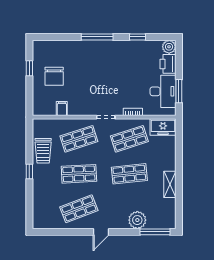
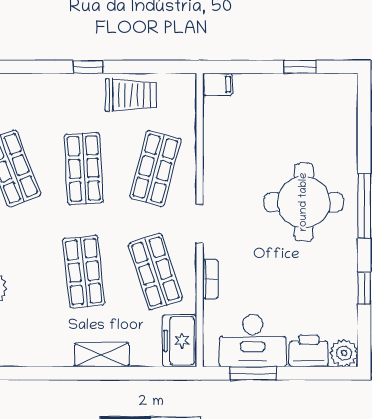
round table: (95, 66) -> (304, 202), added
chair: (54, 76) -> (283, 118), removed
filing cabinet: (62, 109) -> (217, 84), moved
shop shelf: (79, 139) -> (155, 168), turned 33
trolley: (43, 151) -> (131, 95), turned 180
shelving: (170, 184) -> (102, 355), moved

